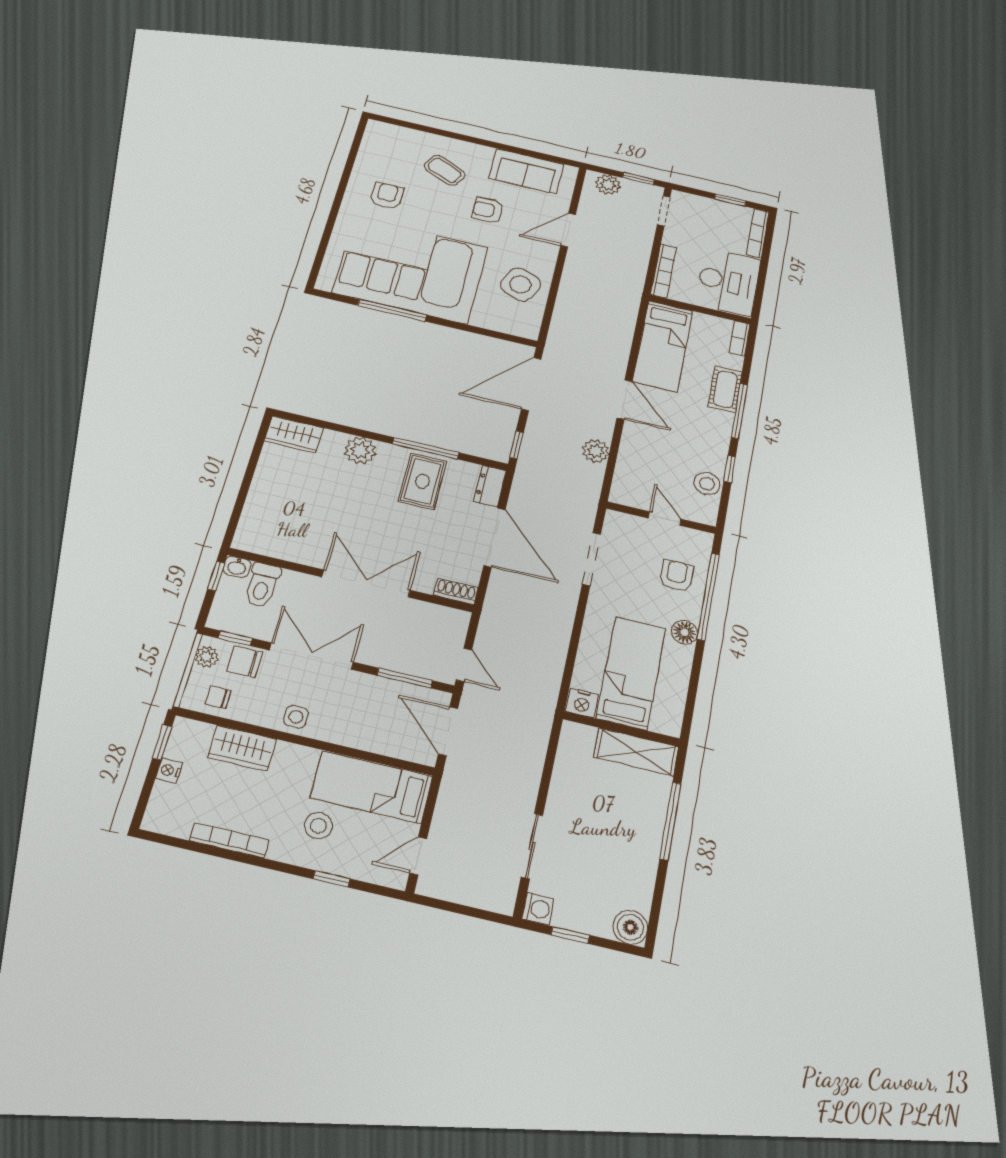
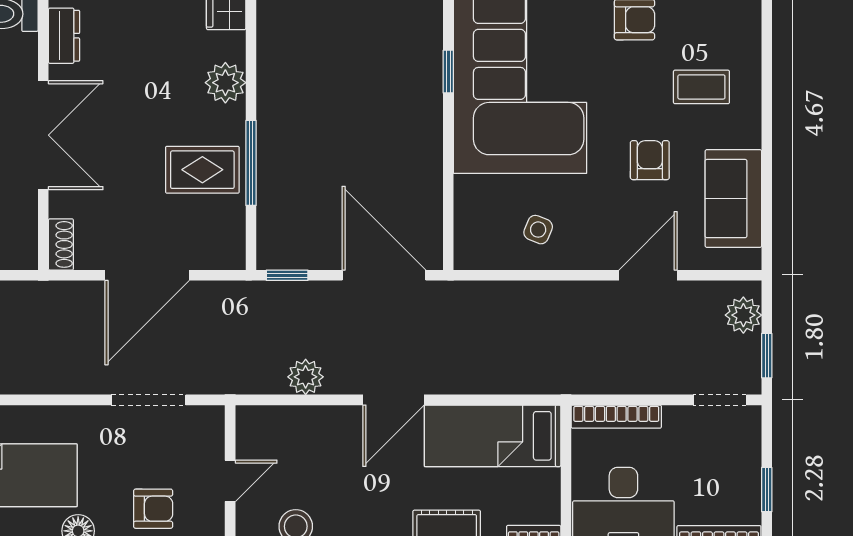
coffee table: (445, 170) -> (701, 87), turned 64
door: (568, 230) -> (648, 275), hinge flipped
side table: (521, 284) -> (538, 230), width x0.54, depth x0.54
window: (392, 310) -> (448, 72), width x0.46
dresser: (490, 486) -> (64, 36), moved, turned 90

